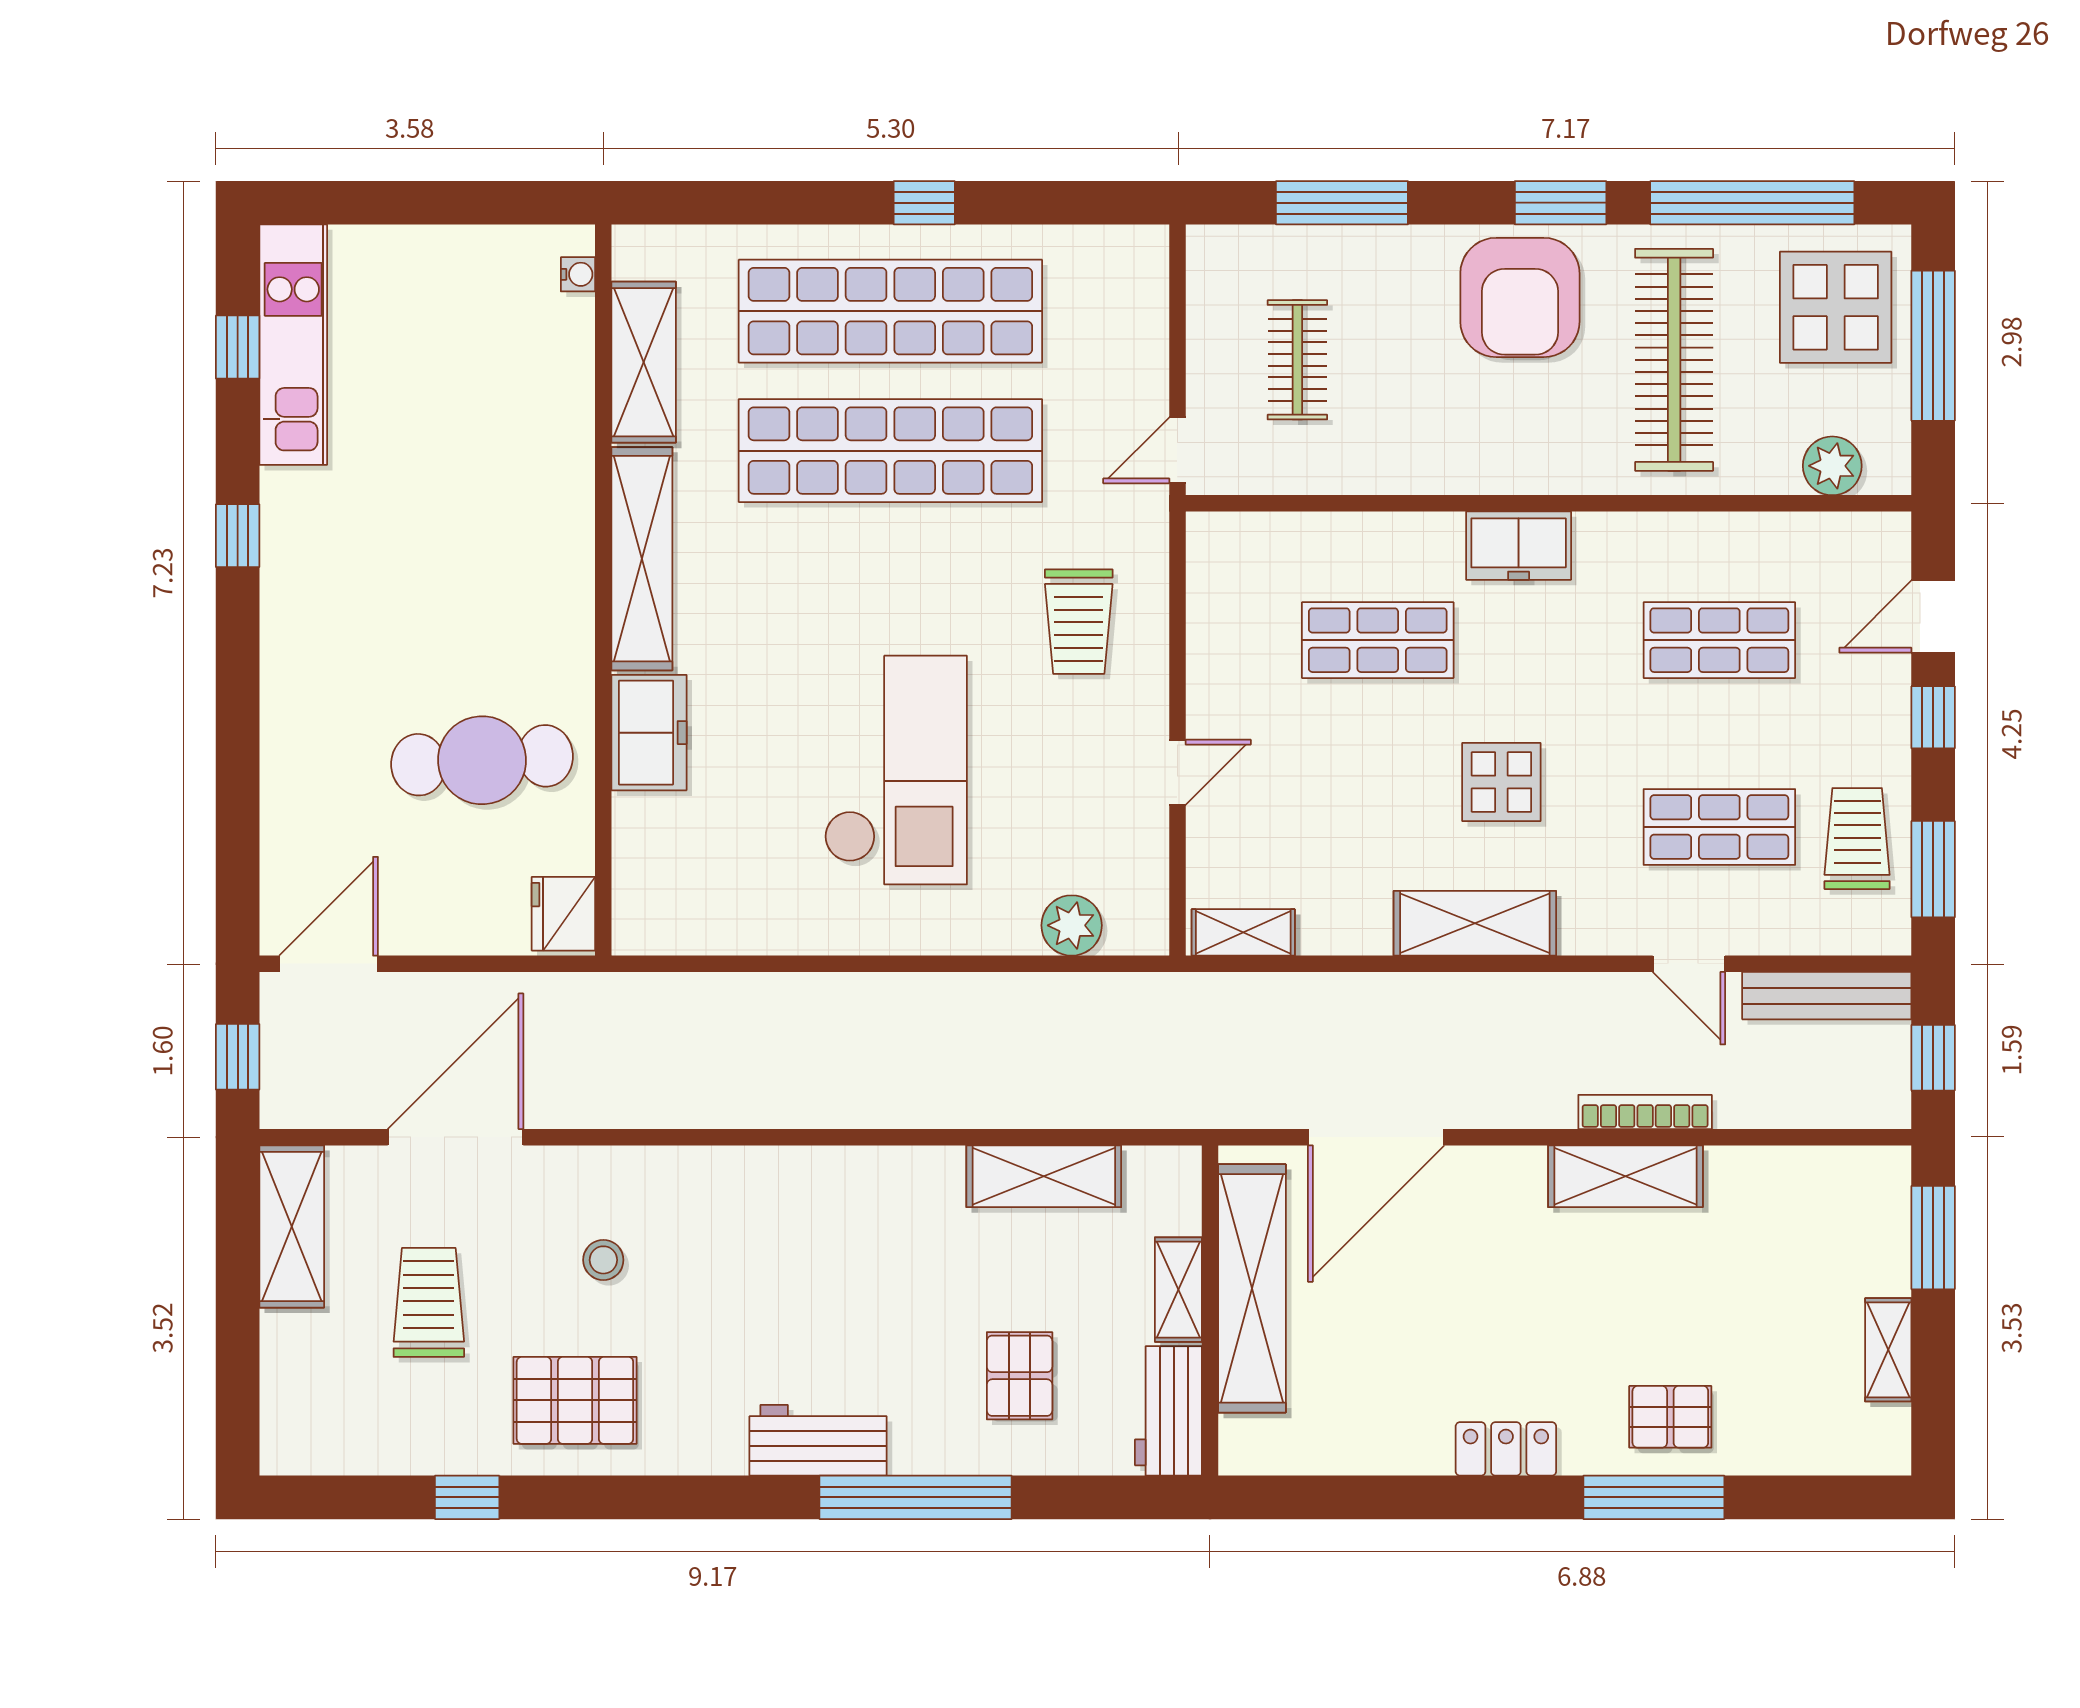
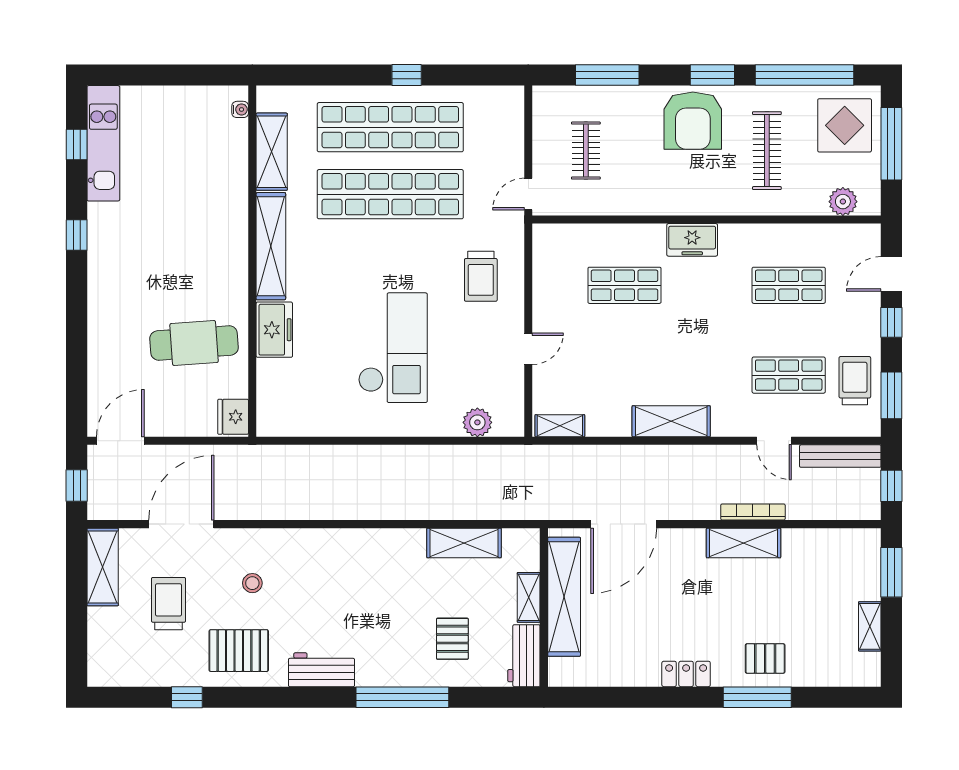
clothes rail: (1674, 360) -> (767, 151), width x0.73, depth x0.76
display table: (1501, 782) -> (684, 353), removed
workbench: (818, 1440) -> (321, 670), moved

